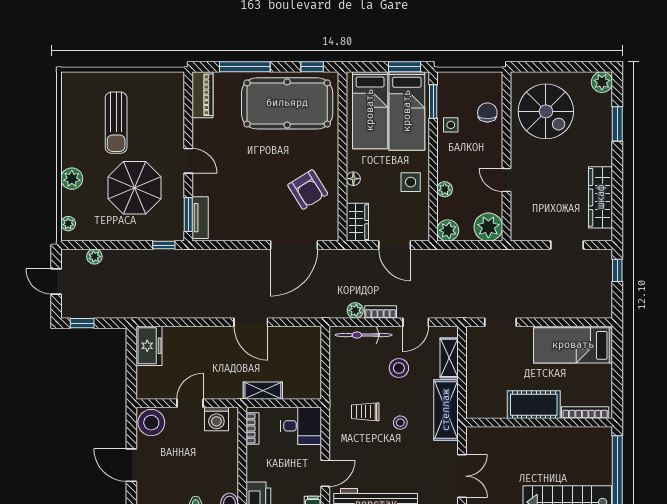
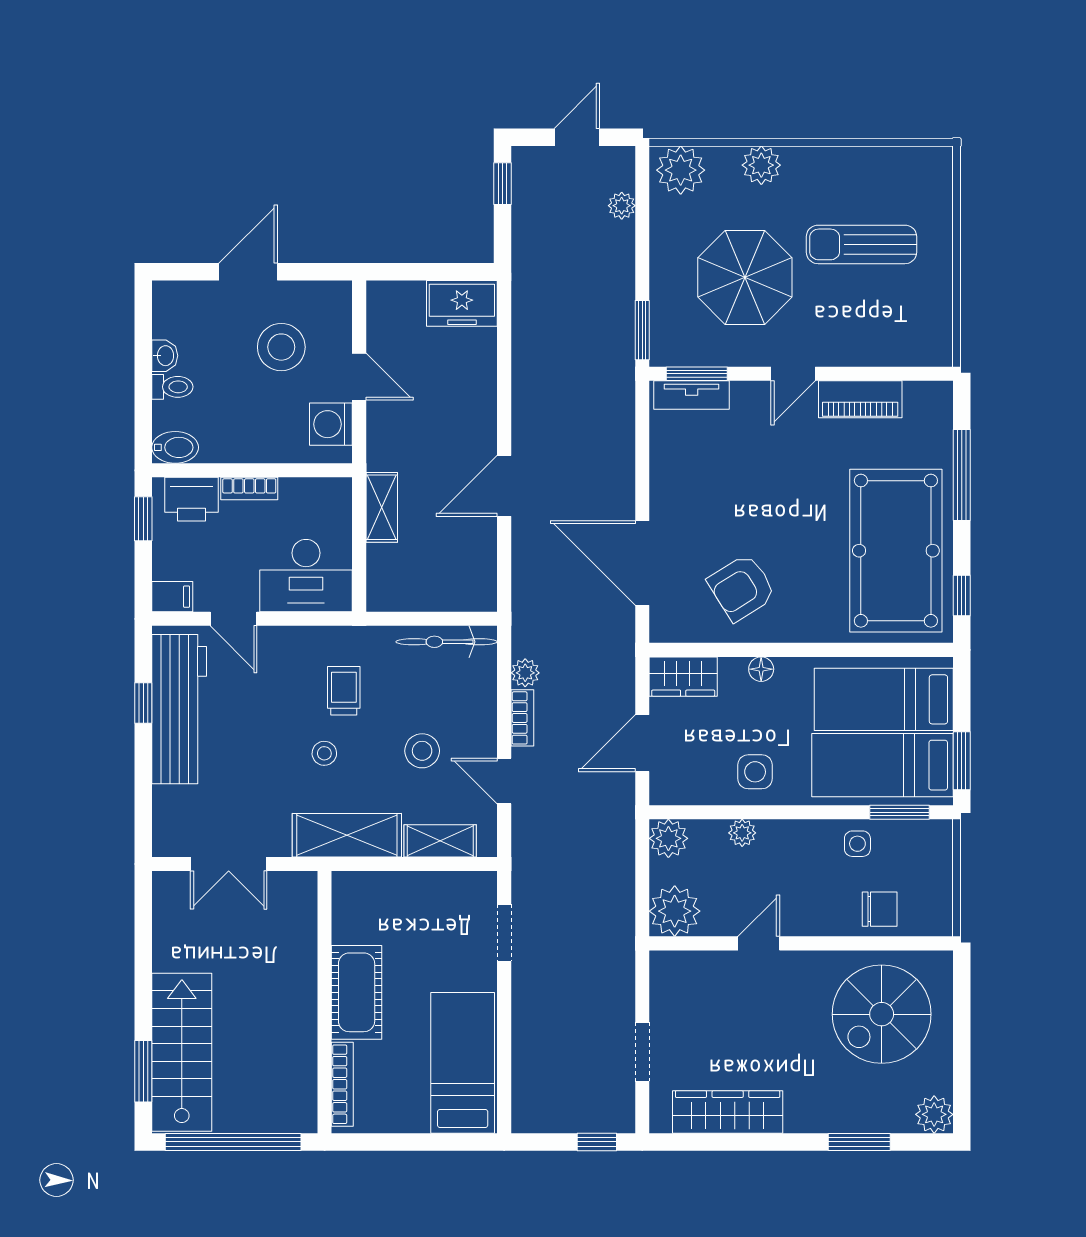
piano: (203, 95) -> (860, 399), moved
plant: (68, 224) -> (681, 170), width x1.88, depth x1.88
window: (164, 245) -> (642, 330), width x1.50
bicycle: (364, 335) -> (447, 642), moved, turned -90
stool: (151, 423) -> (281, 347), moved
desk: (301, 426) -> (306, 576), width x1.37
bookcase: (252, 428) -> (249, 489), moved

